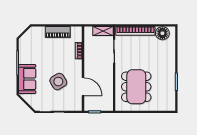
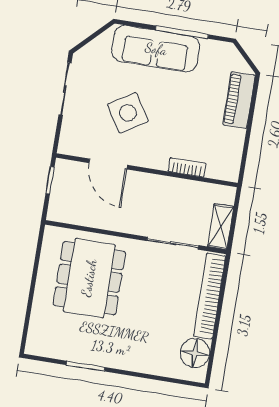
piano: (58, 32) -> (239, 100), moved
sofa: (27, 79) -> (156, 49), width x1.36
door: (83, 87) -> (108, 164), hinge flipped
dining table: (136, 87) -> (89, 278), turned 90

